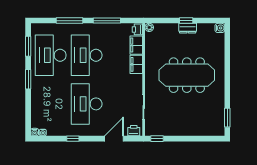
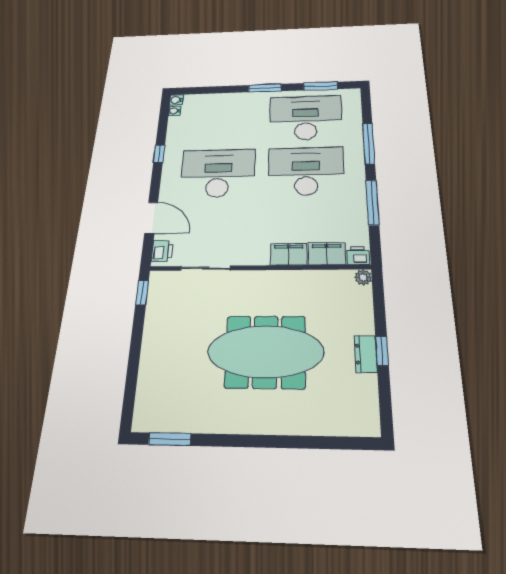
water cooler: (220, 28) -> (370, 426), removed
meeting table: (187, 75) -> (265, 352), turned 90

